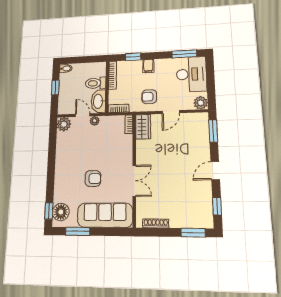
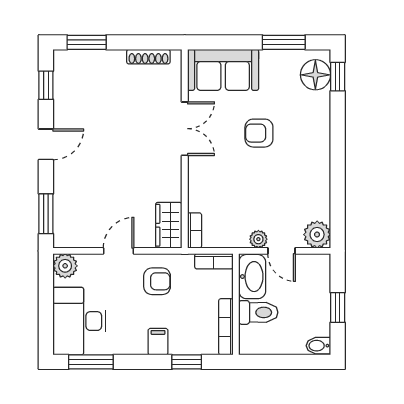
double door: (134, 181) -> (185, 129), swing flipped
sofa: (105, 215) -> (223, 70), width x0.73

